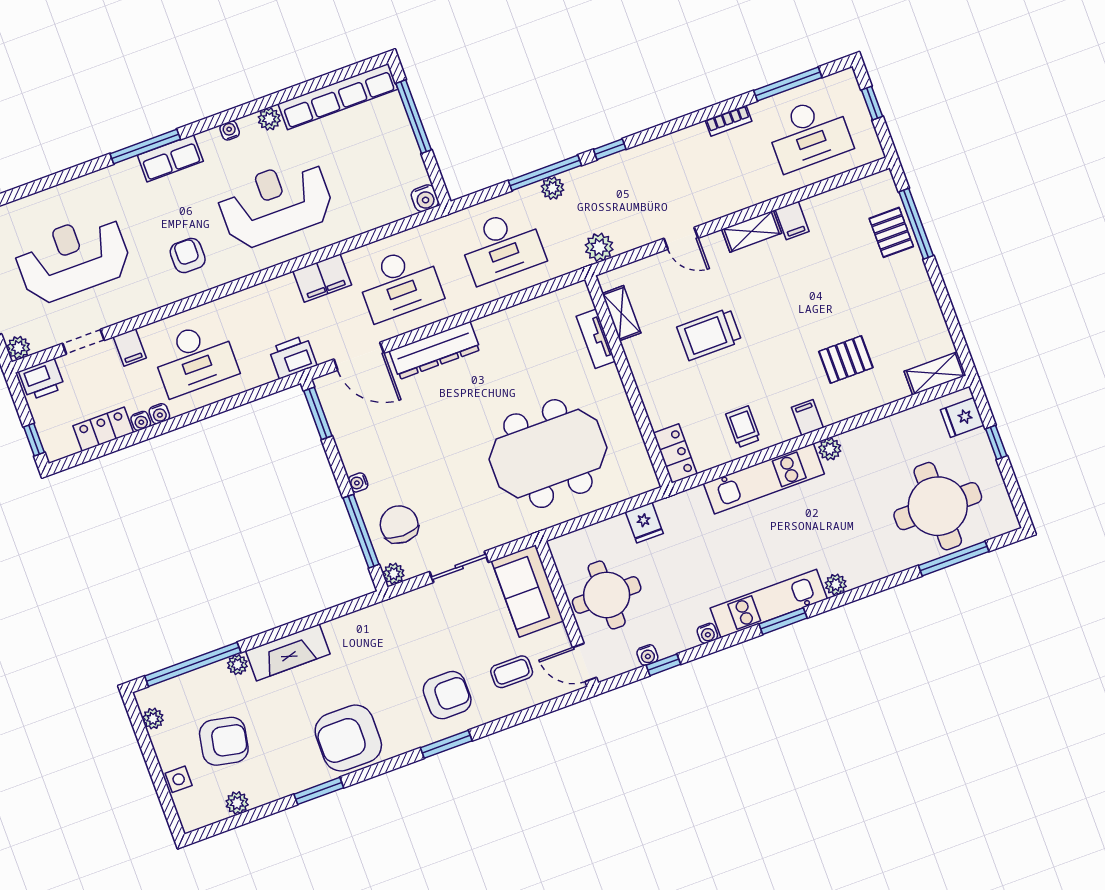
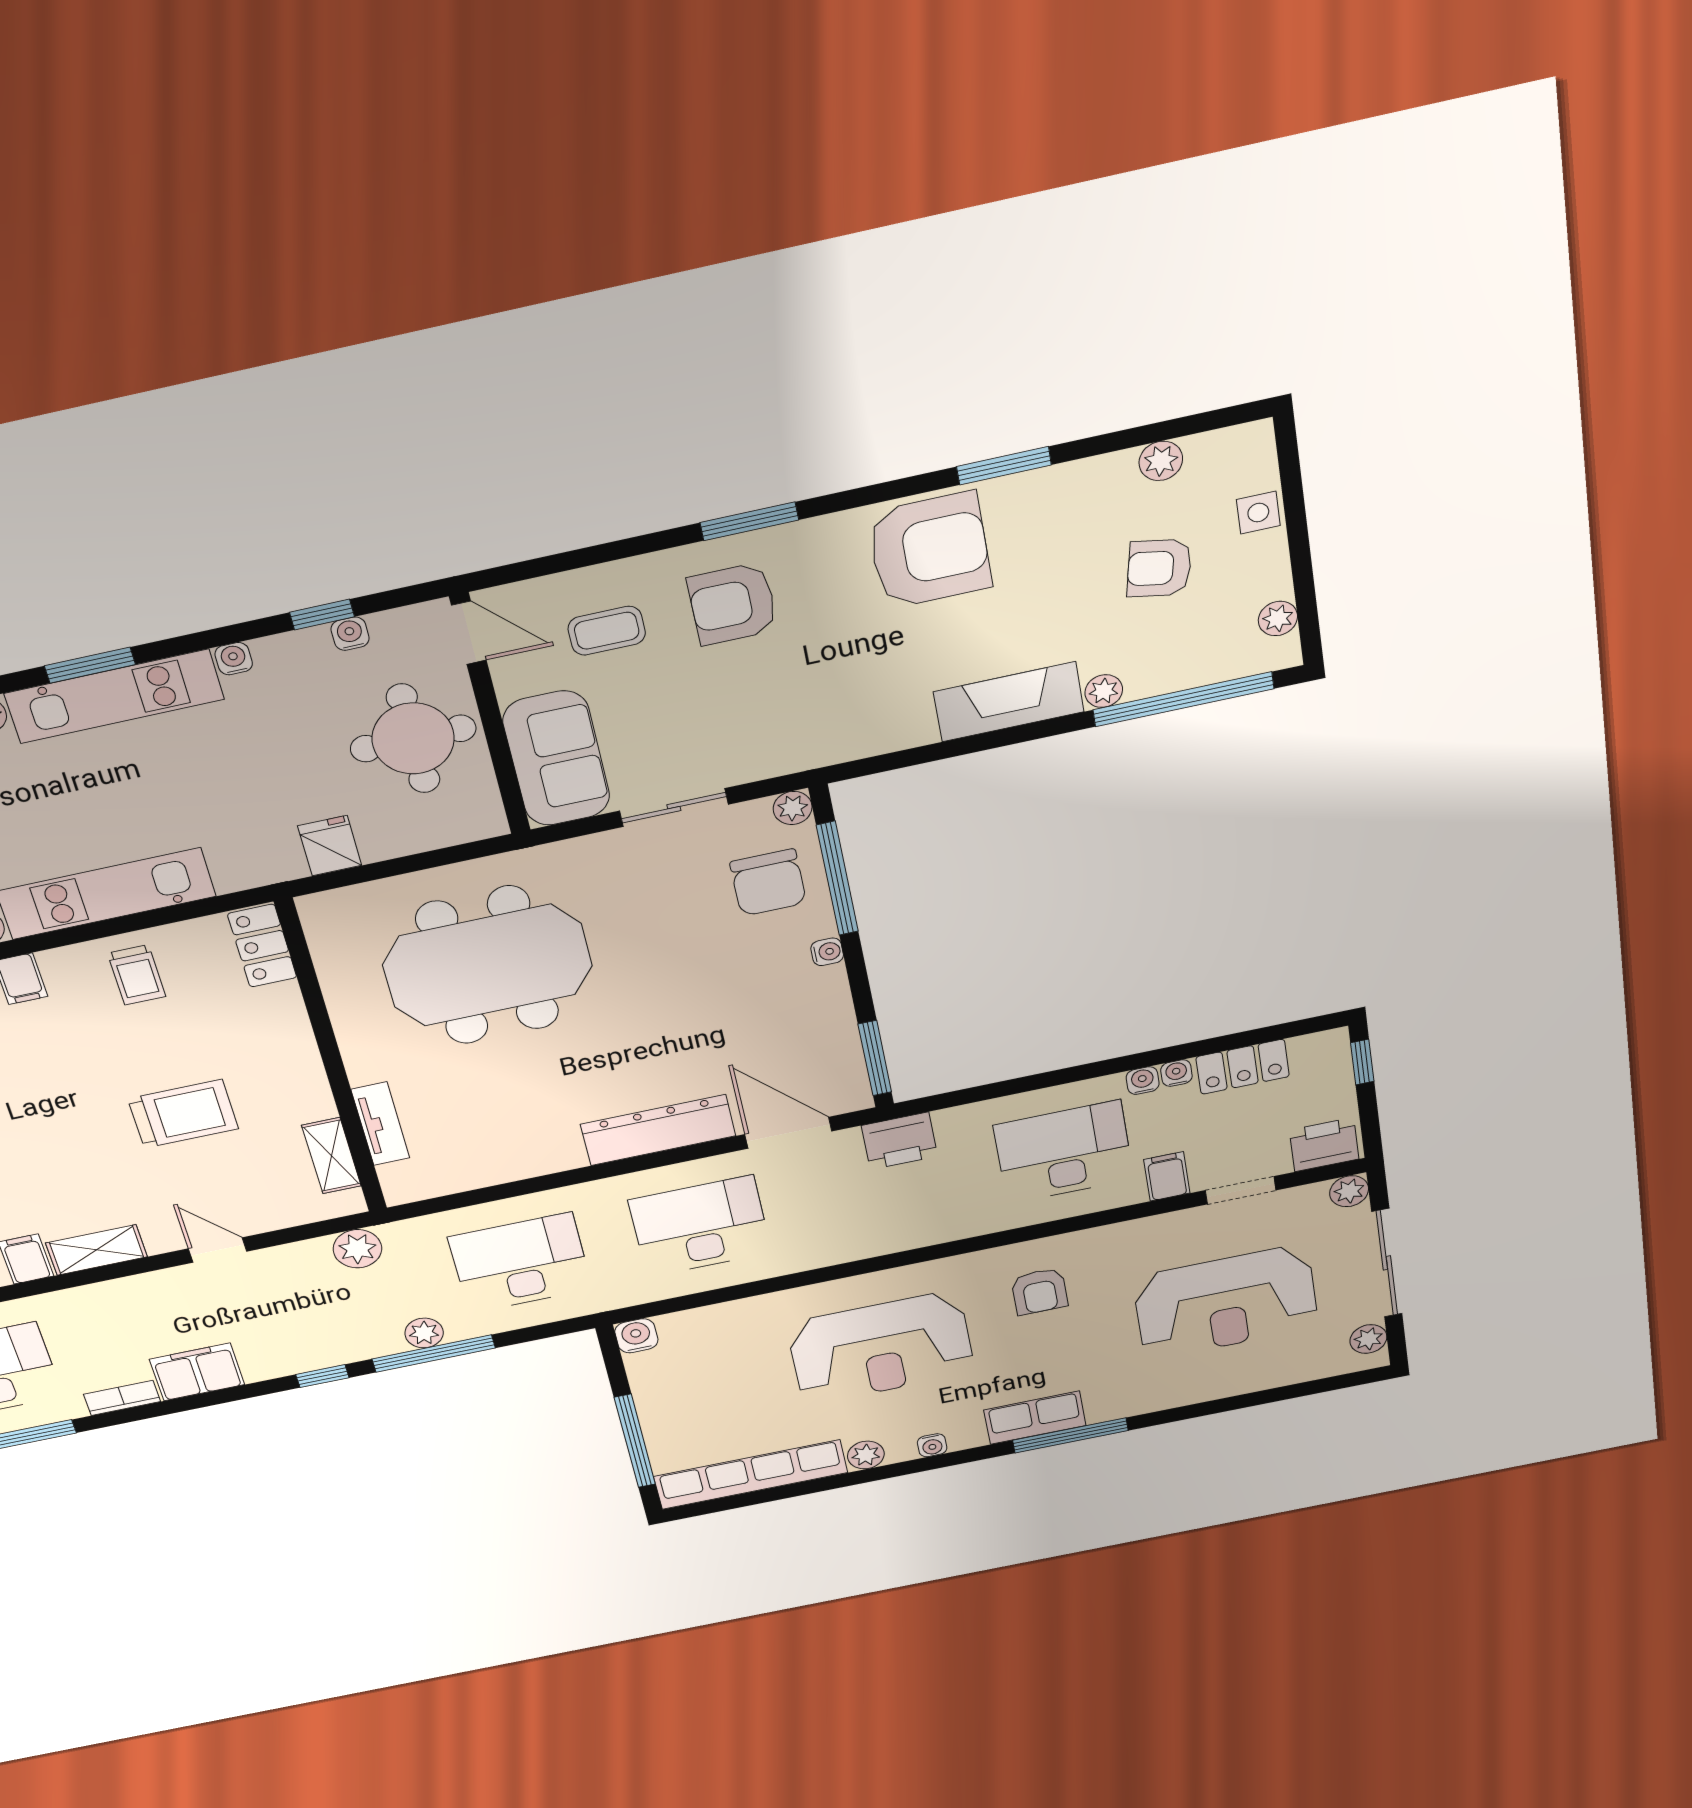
filing cabinet: (322, 278) -> (197, 1372), moved
armchair: (224, 741) -> (1159, 568), width x0.72, depth x0.72

